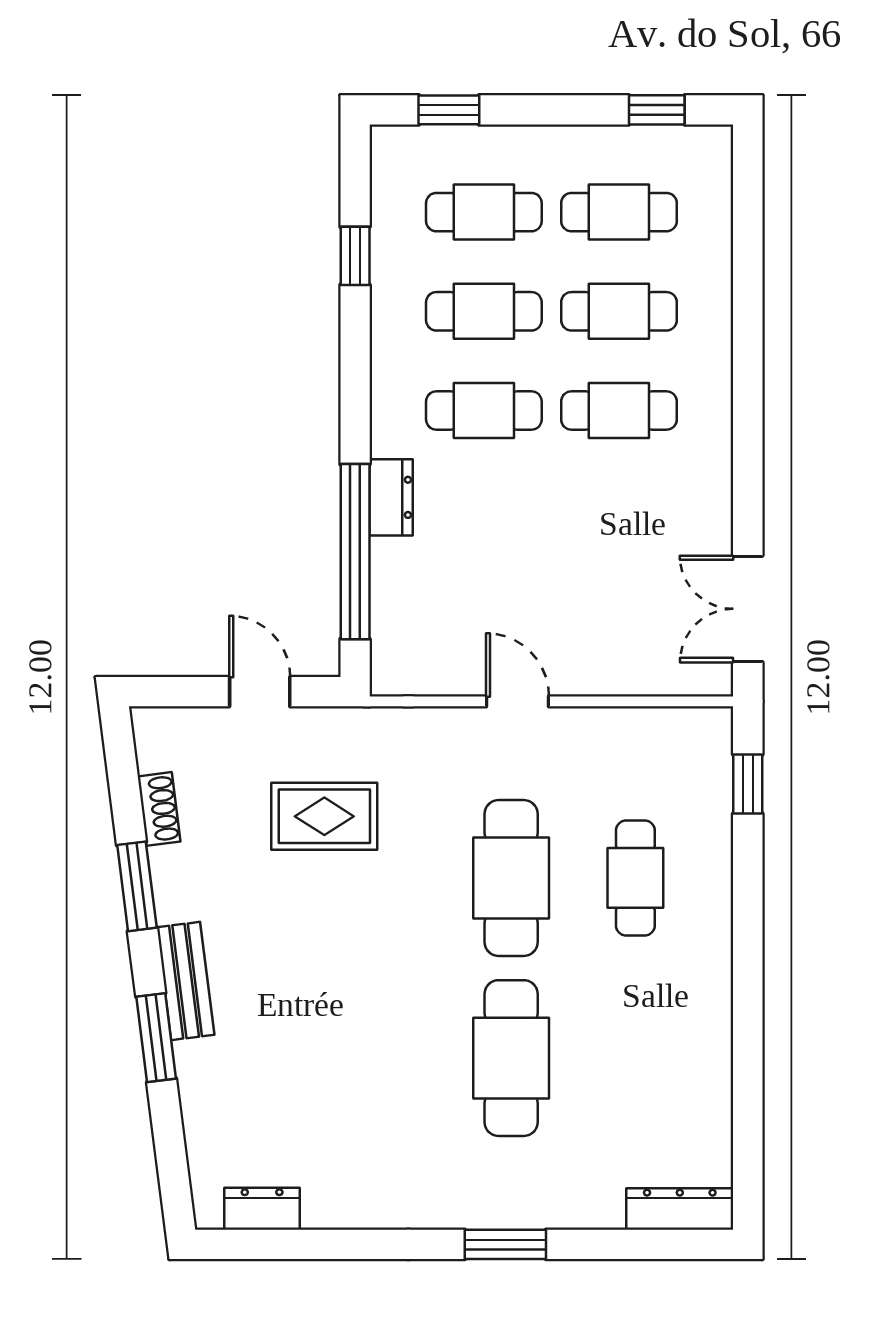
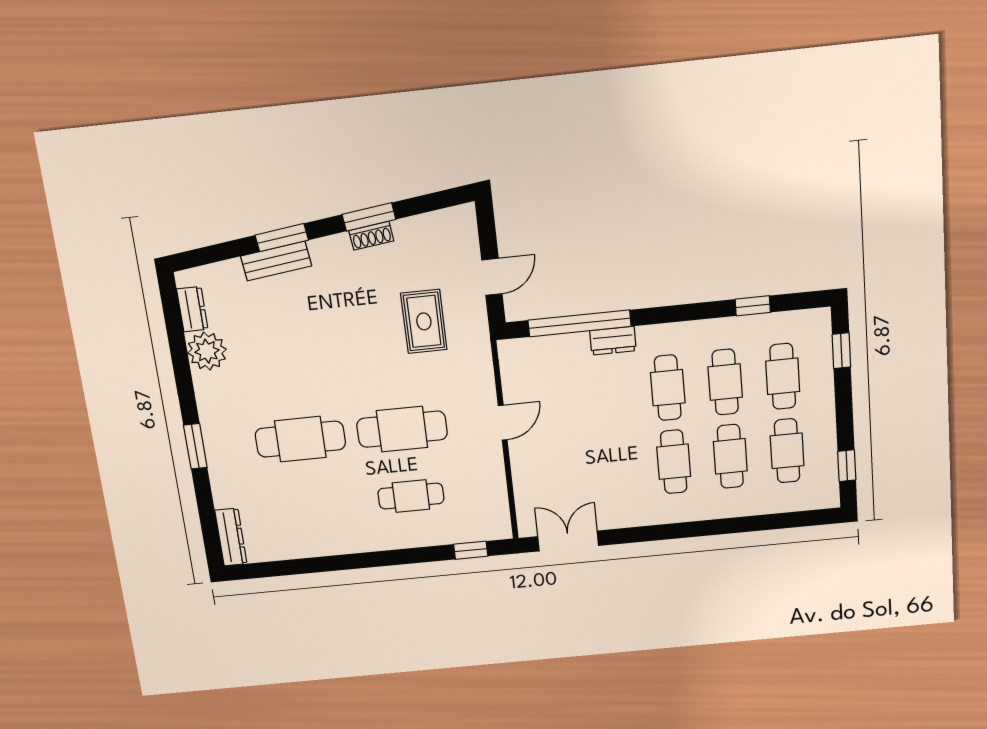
shoe rack: (159, 809) -> (371, 236), moved
bench: (186, 981) -> (276, 261), moved
plant: (338, 1196) -> (207, 351), added

